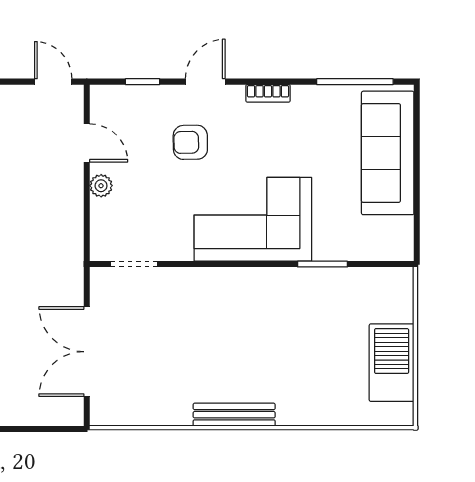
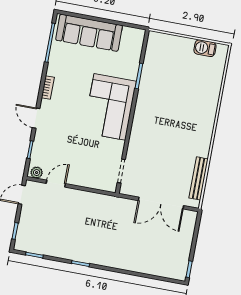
armchair: (190, 142) -> (65, 131), removed
plant: (101, 186) -> (37, 173), moved
barbecue: (392, 363) -> (205, 48), width x0.53, depth x0.65
bench: (234, 415) -> (198, 178), moved

